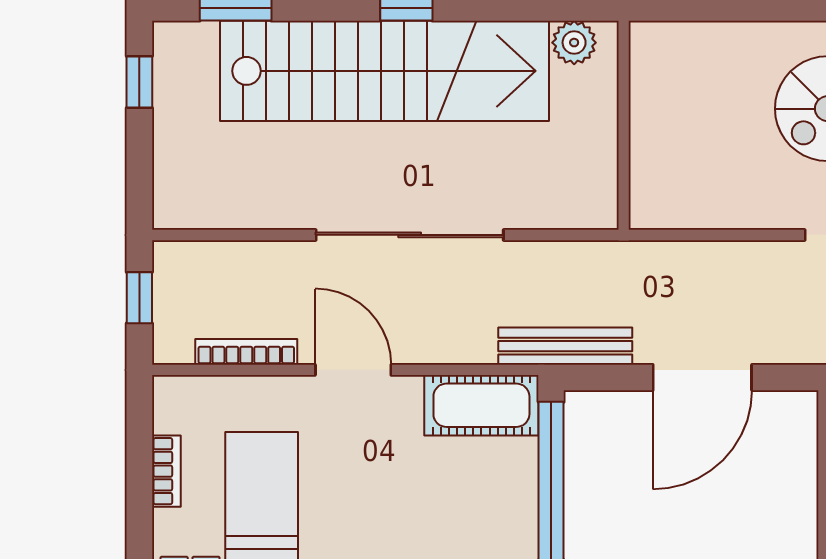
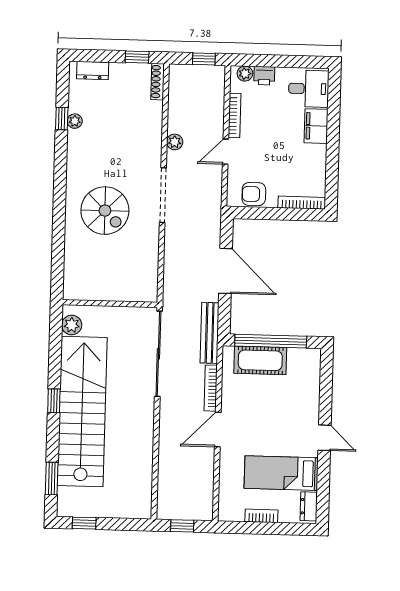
sliding door: (410, 235) -> (158, 354), moved
bookcase: (246, 352) -> (211, 388), moved
cot: (481, 405) -> (260, 360), moved, turned 90

